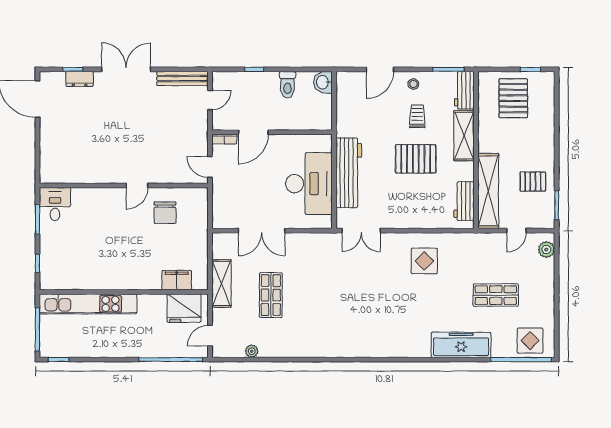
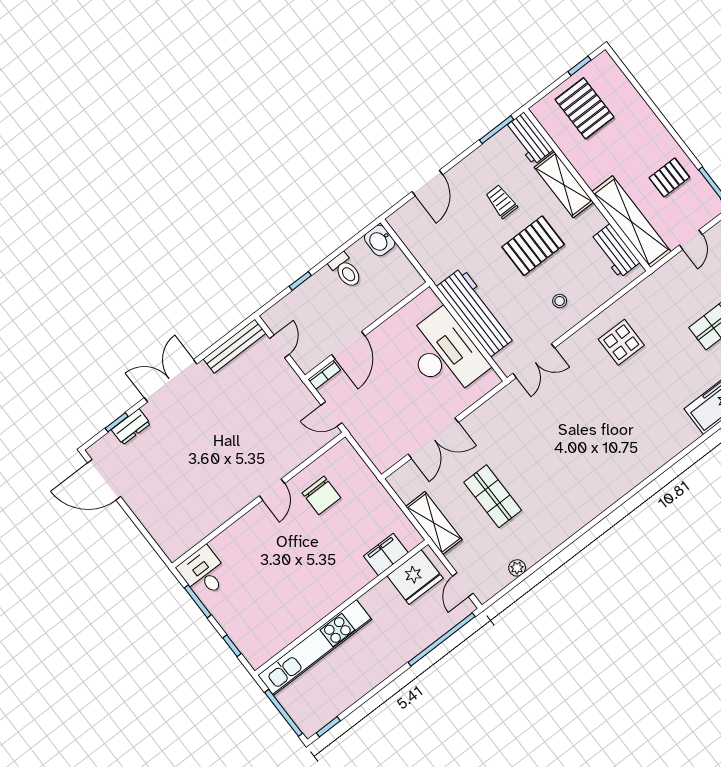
stool: (413, 84) -> (560, 301), moved

